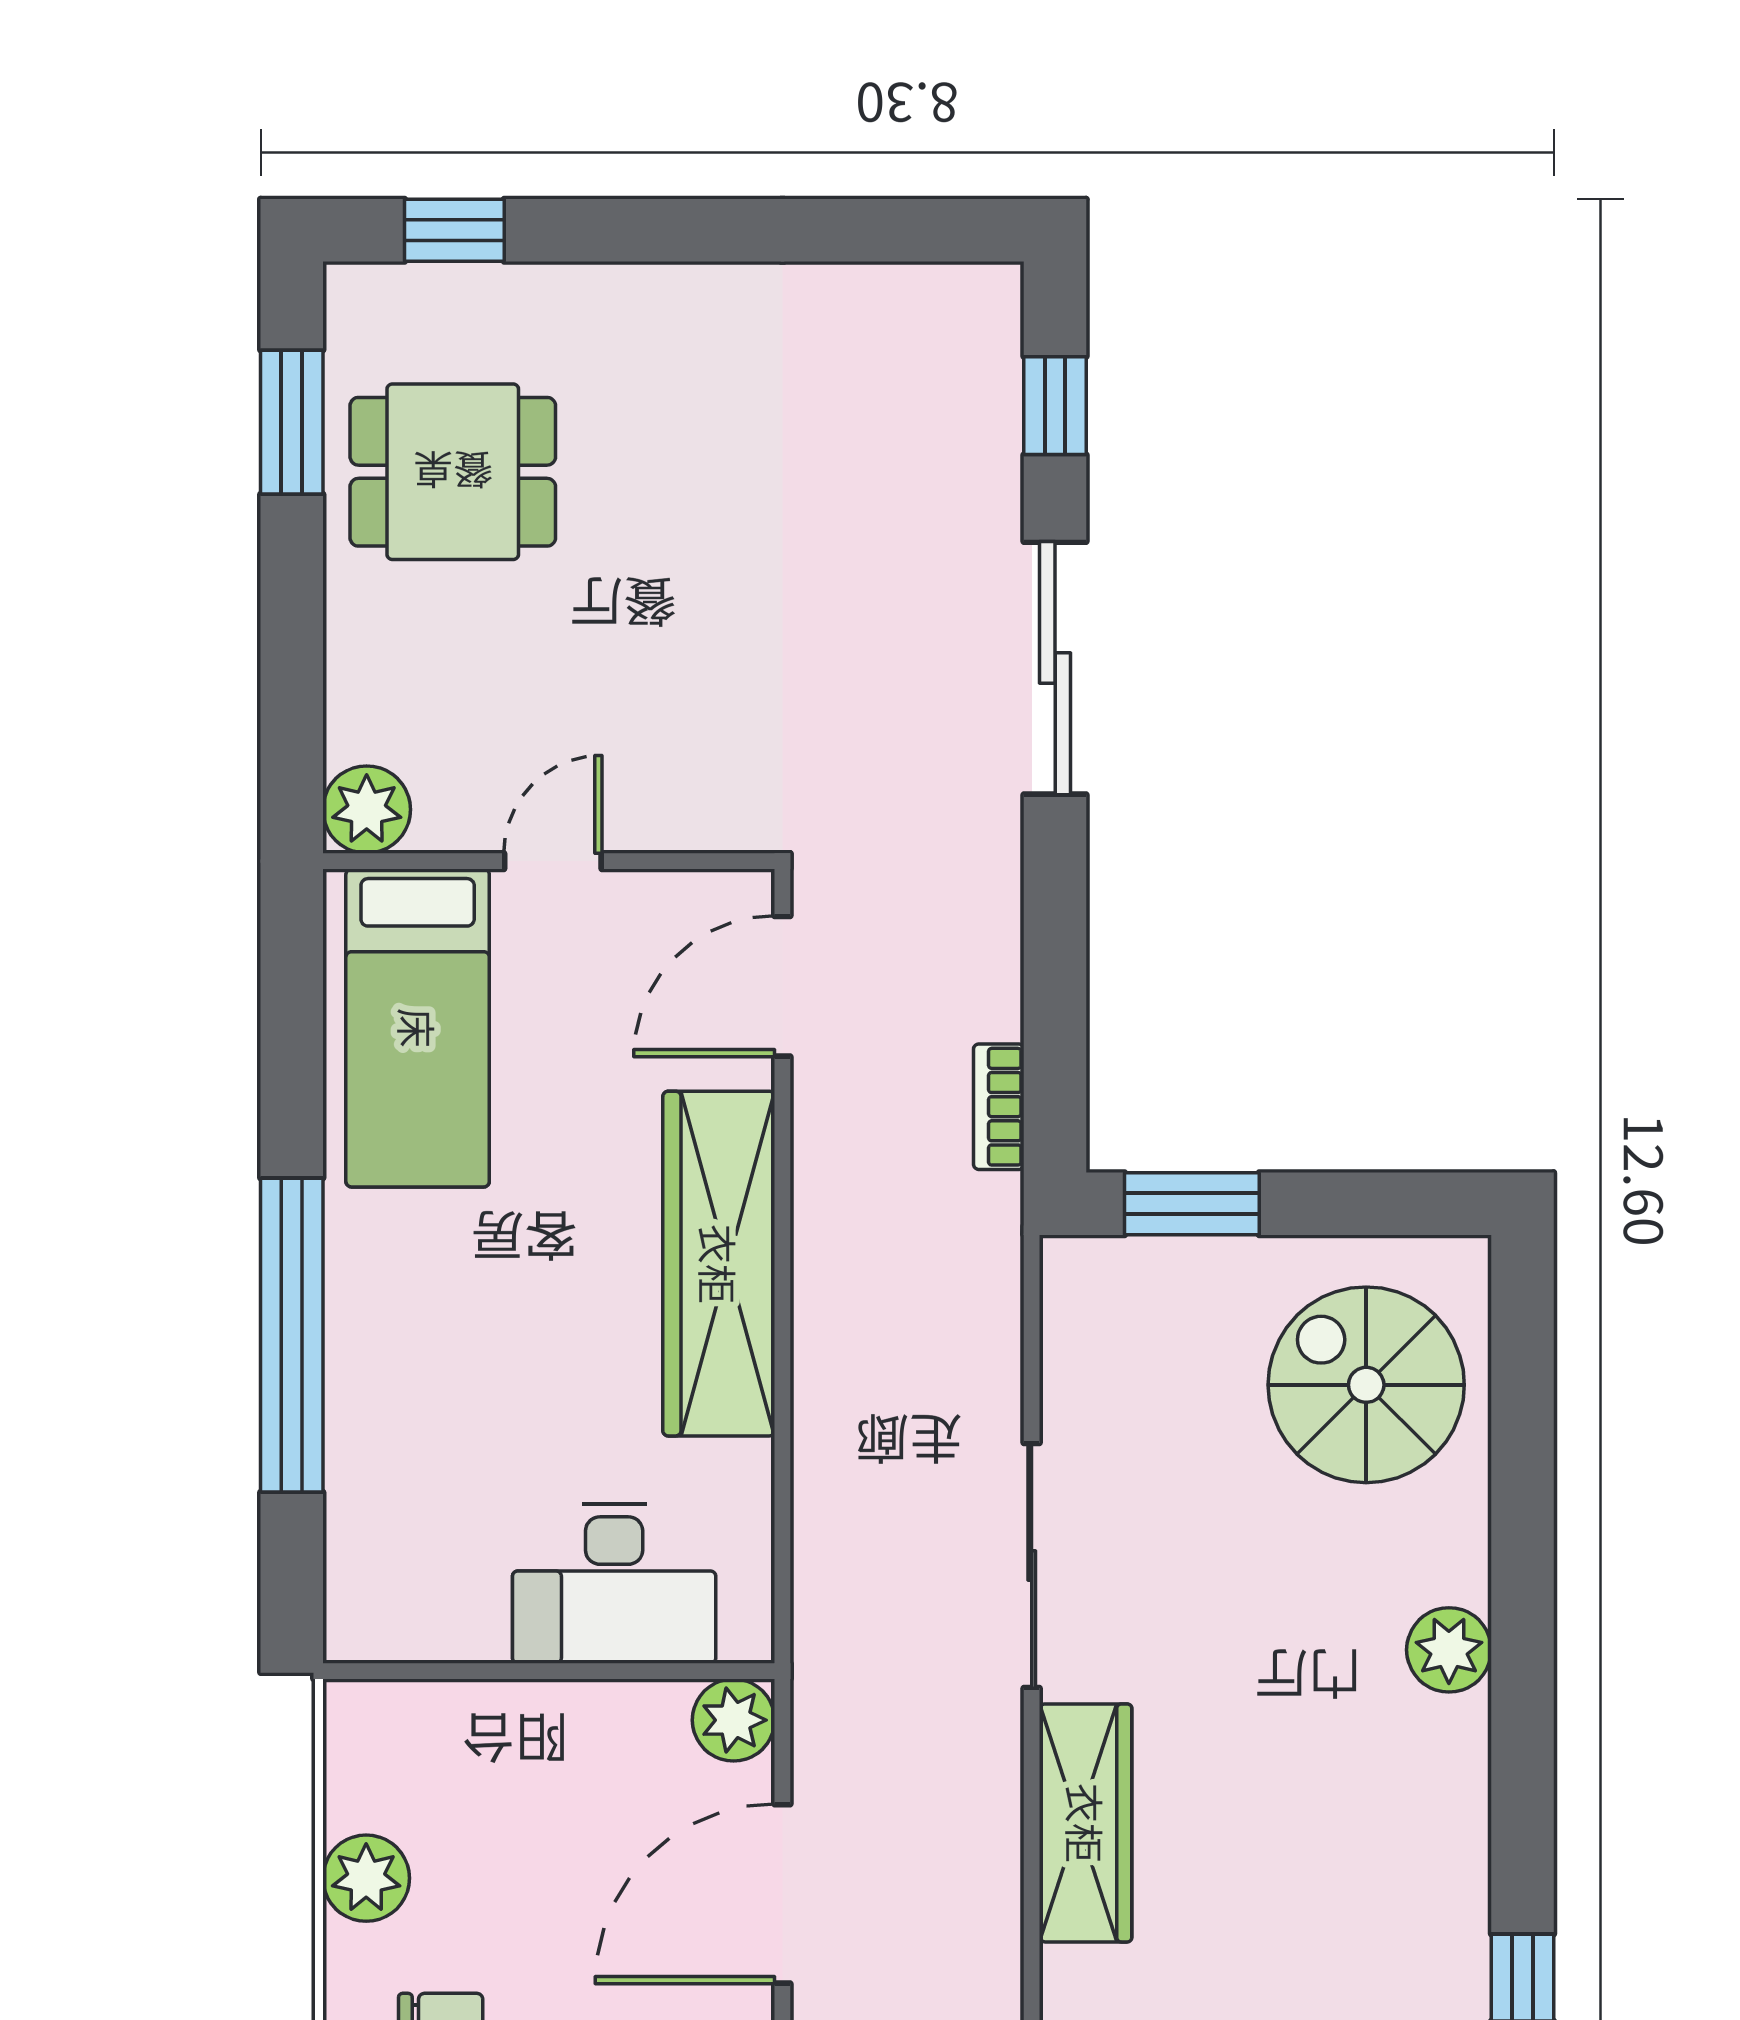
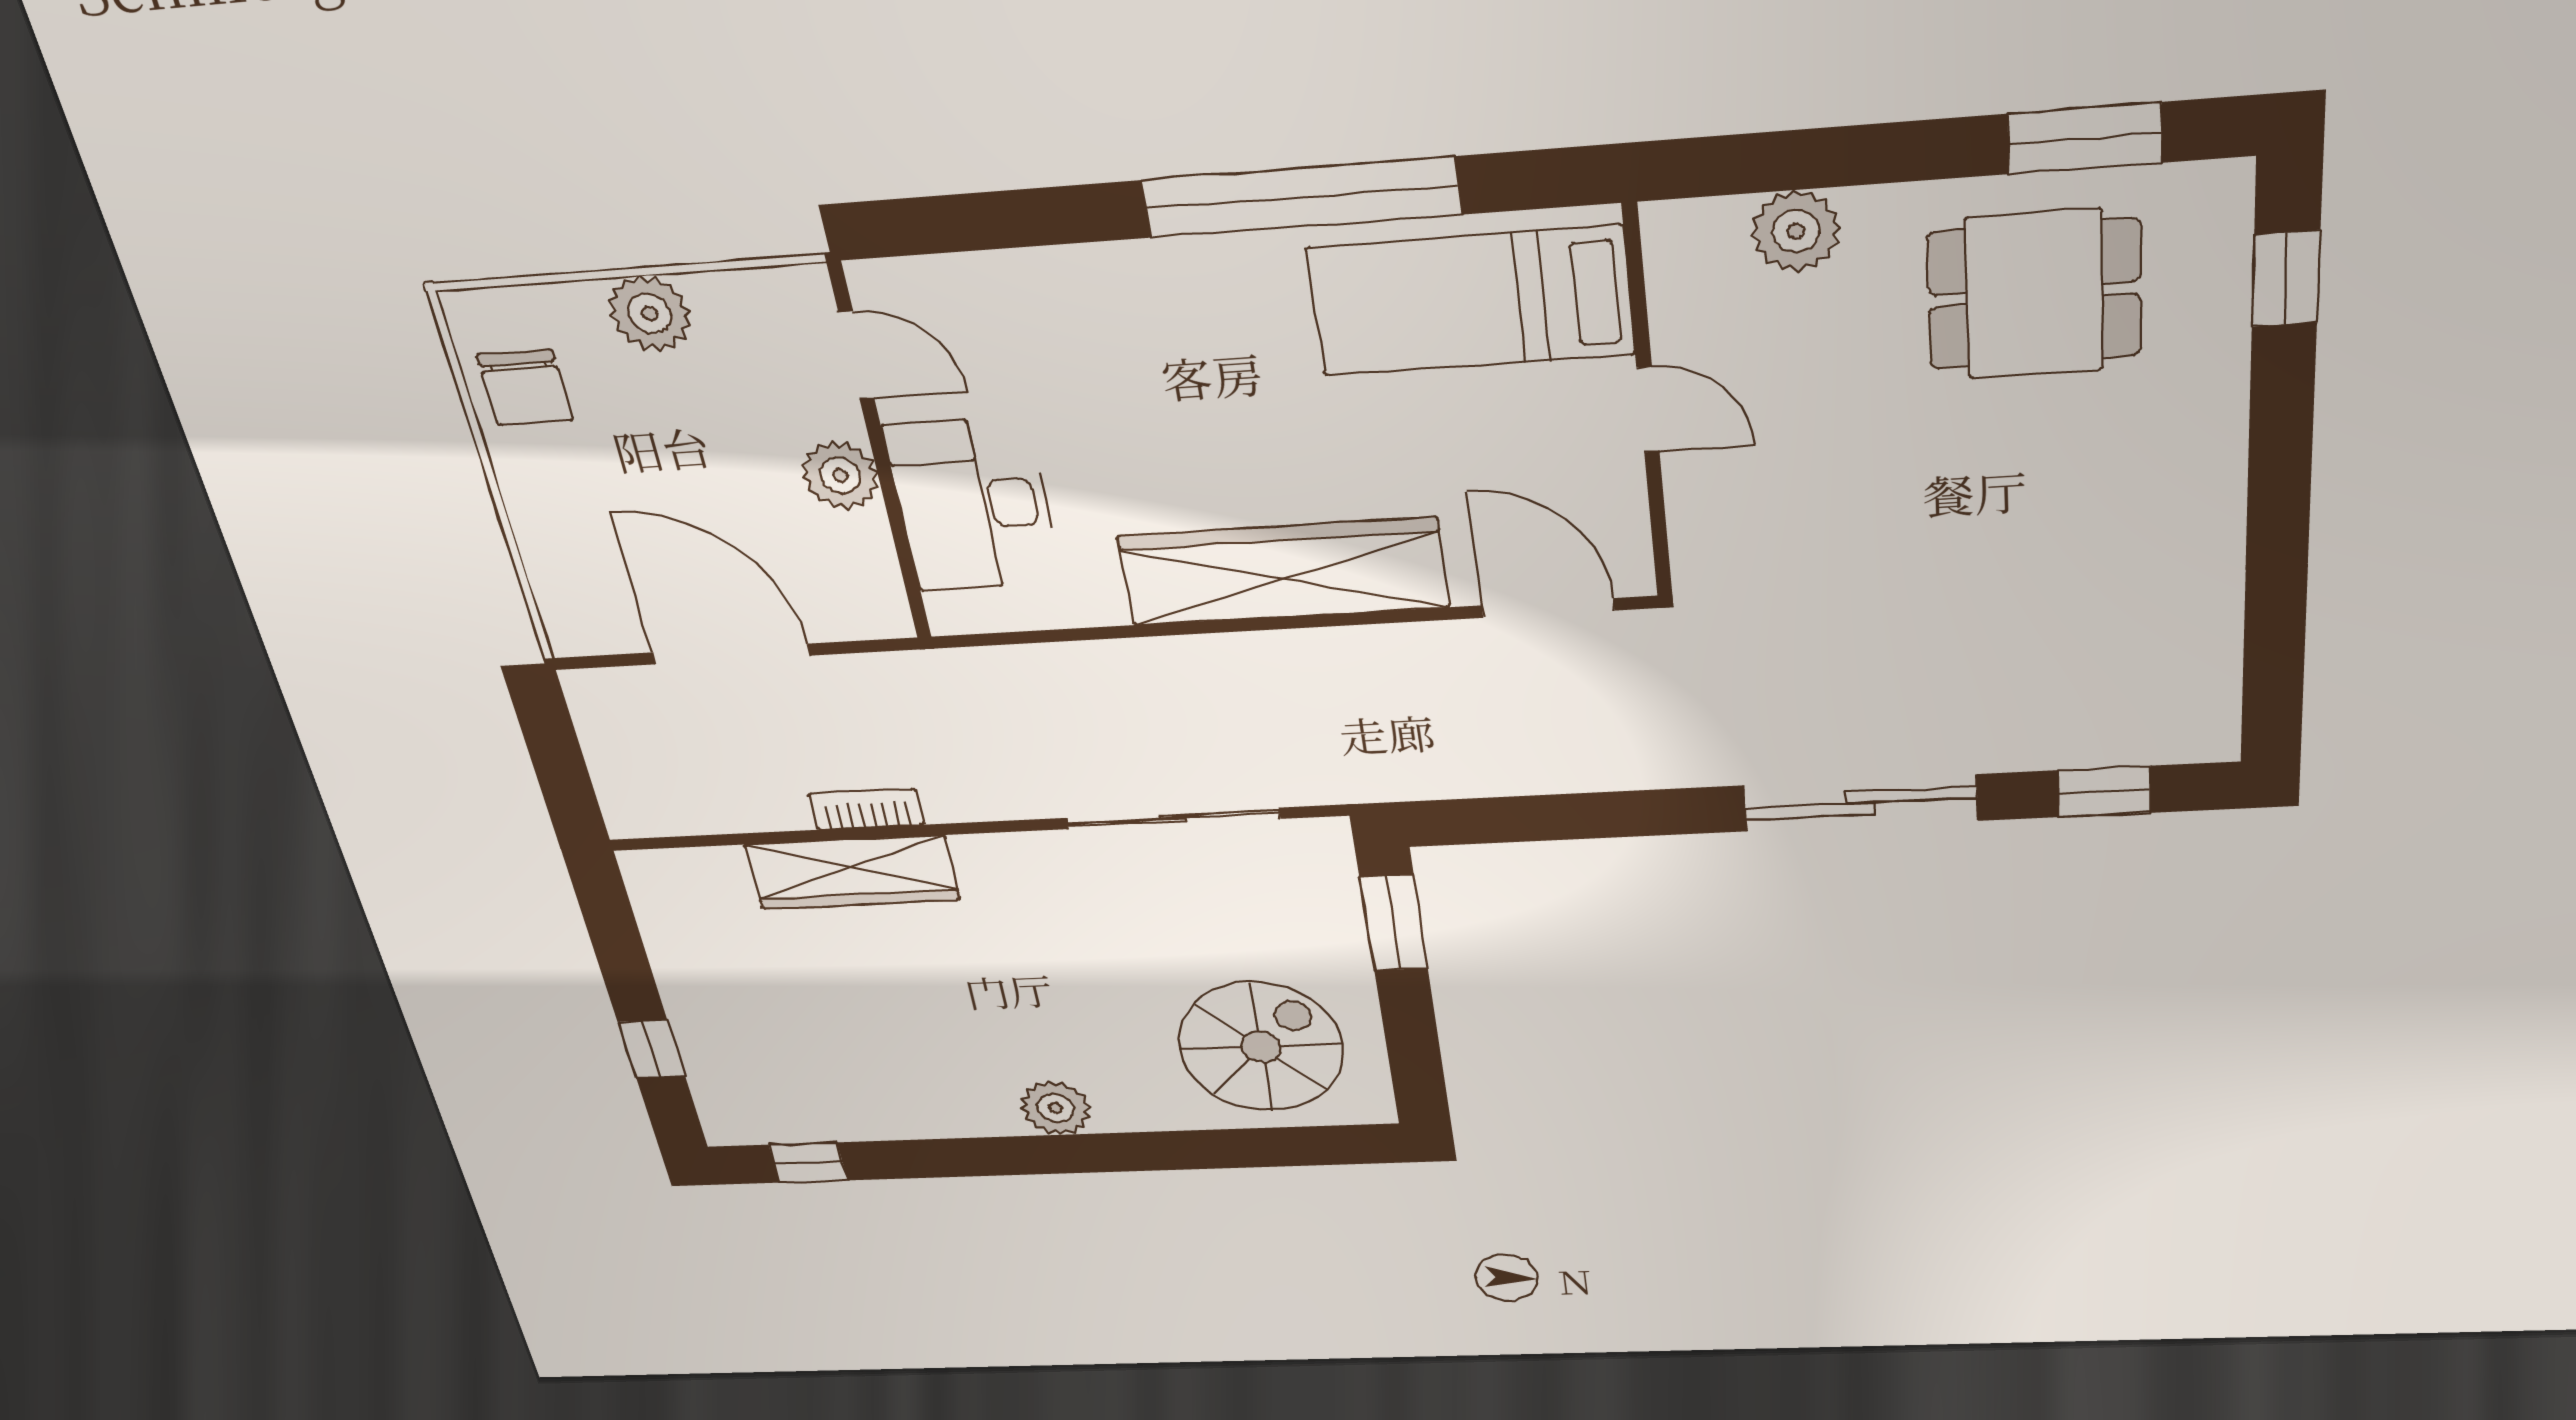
dining table: (453, 472) -> (2034, 294), turned 90
plant: (367, 810) -> (1796, 231), moved
bookcase: (999, 1107) -> (866, 809), moved
window: (292, 1335) -> (1301, 197), moved
sliding door: (1032, 1565) -> (1173, 818), moved
door: (430, 1671) -> (856, 356), added
plant: (734, 1720) -> (840, 475), moved

